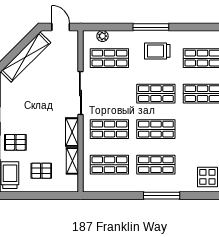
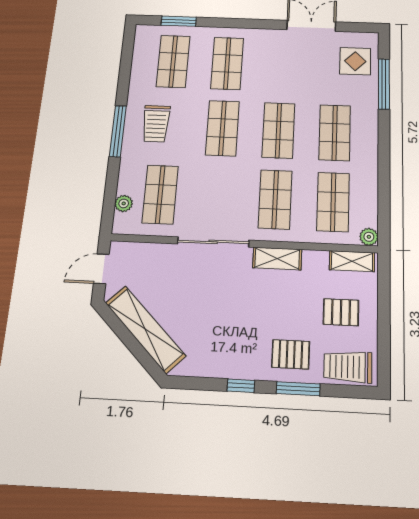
pallet: (15, 142) -> (291, 354), turned 90
shelving: (72, 161) -> (352, 261), moved
pallet: (41, 171) -> (341, 312), turned 90
plant: (88, 187) -> (369, 237), added
window: (162, 196) -> (384, 84), moved

